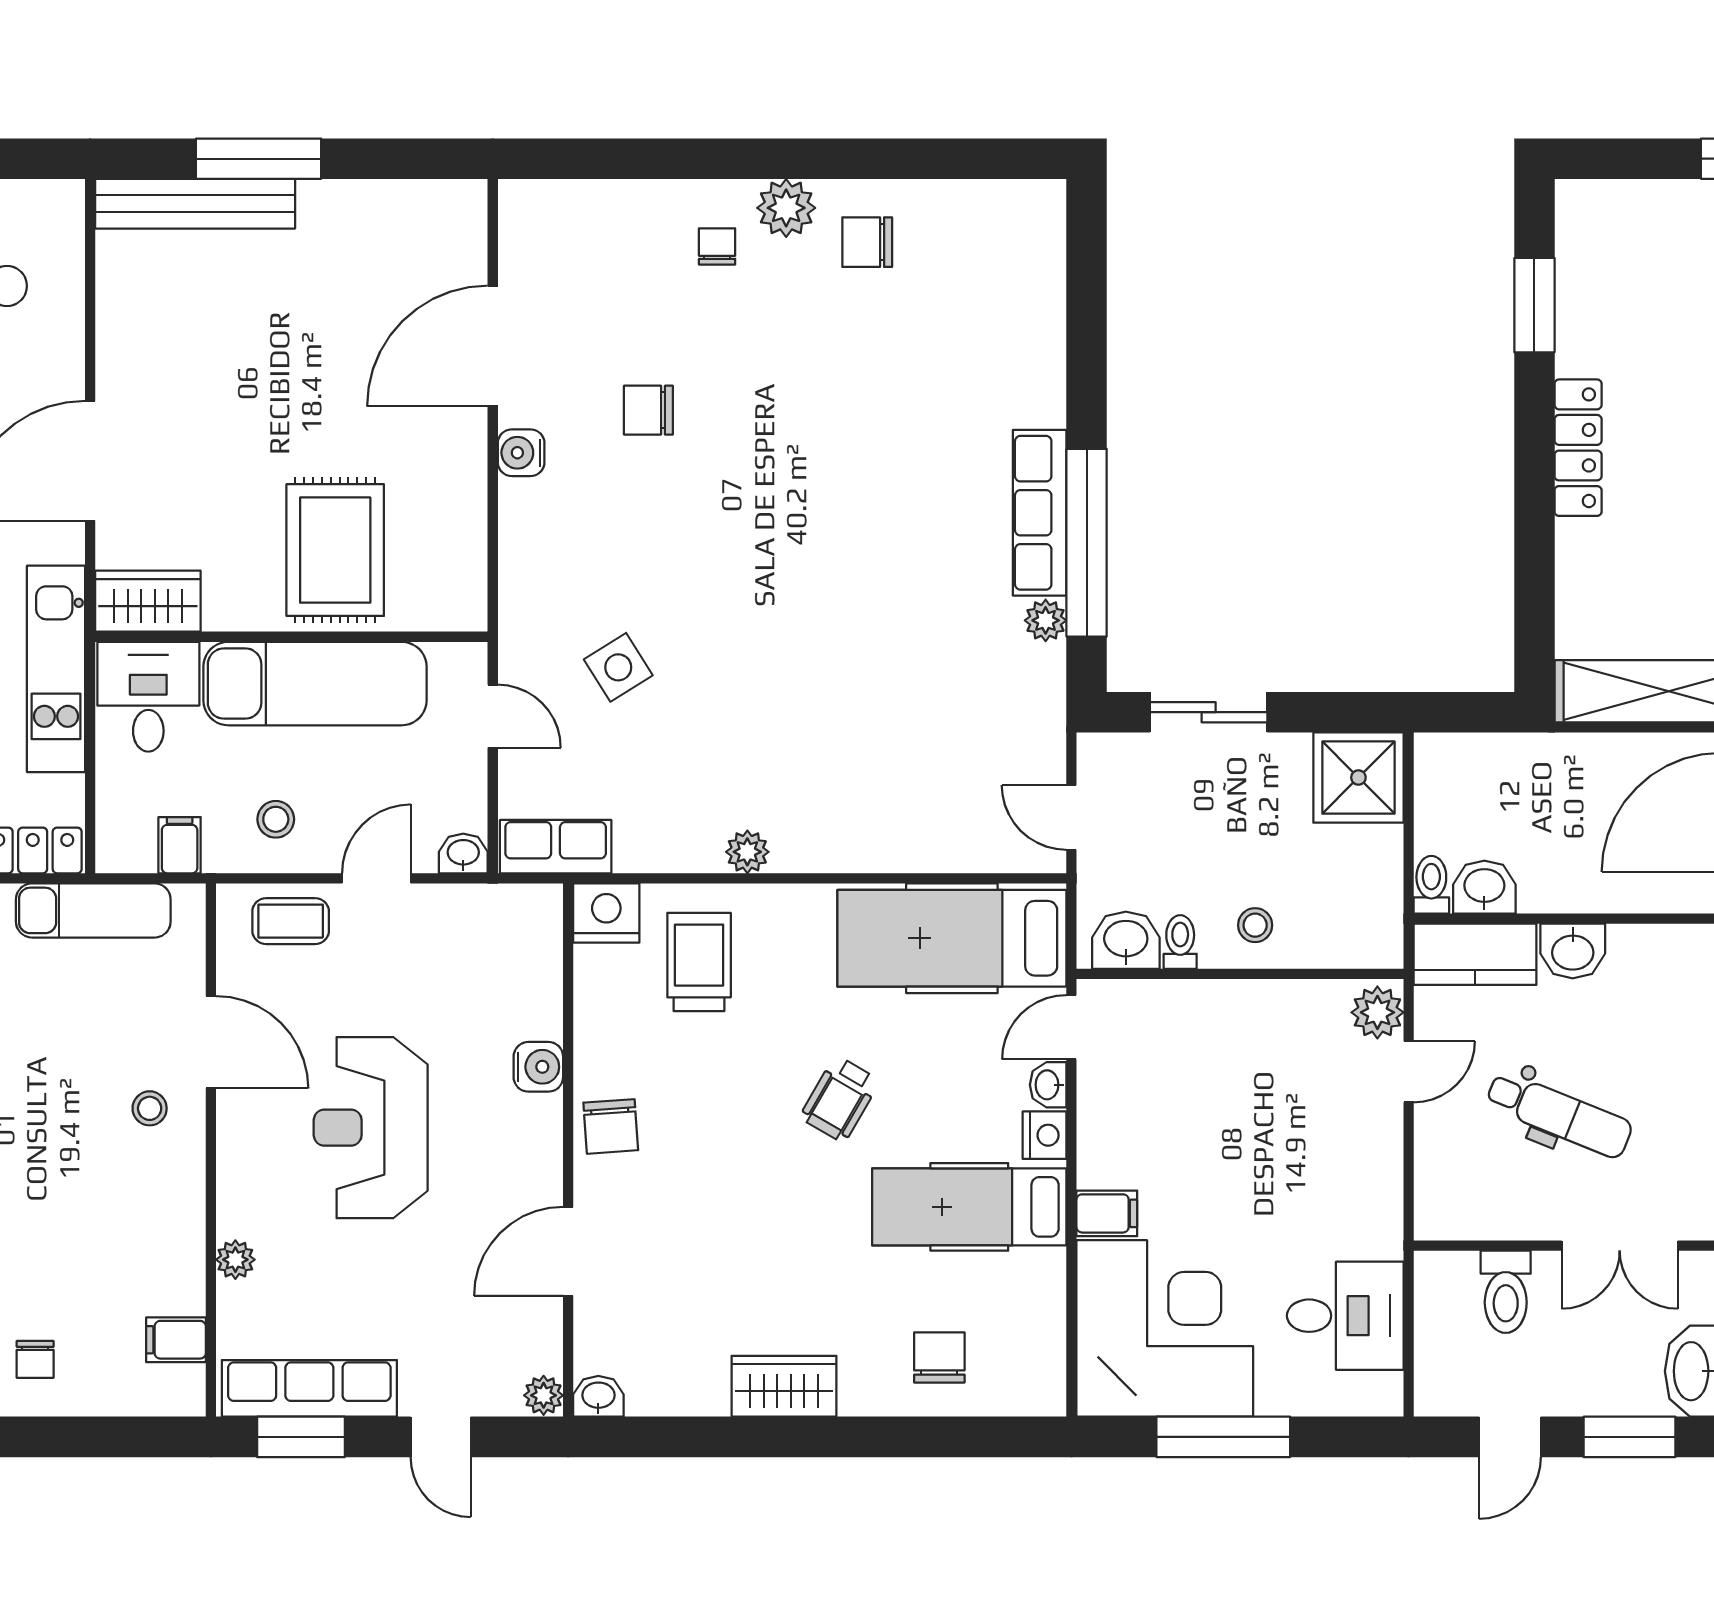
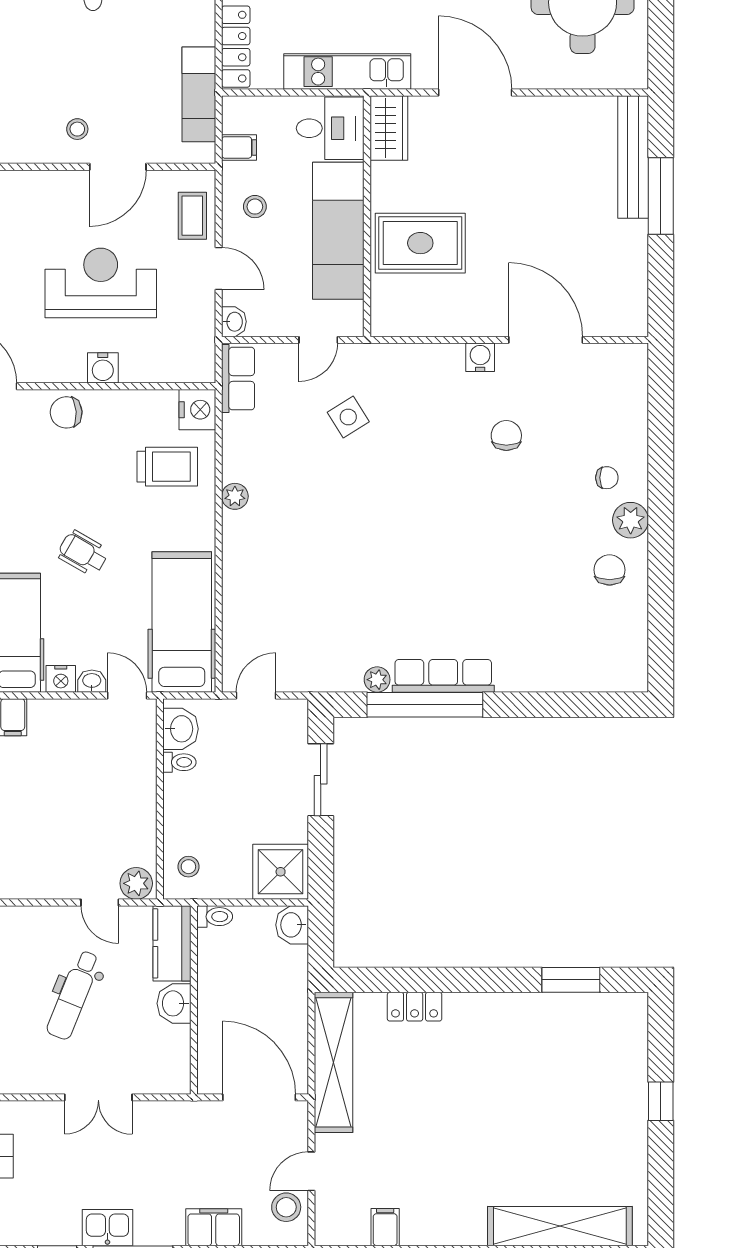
locker: (1578, 448) -> (415, 1007), moved, width x0.66
washbasin: (1484, 887) -> (292, 925), moved, turned 180
stool: (1255, 925) -> (188, 867), moved
reception desk: (371, 1128) -> (101, 283), moved

